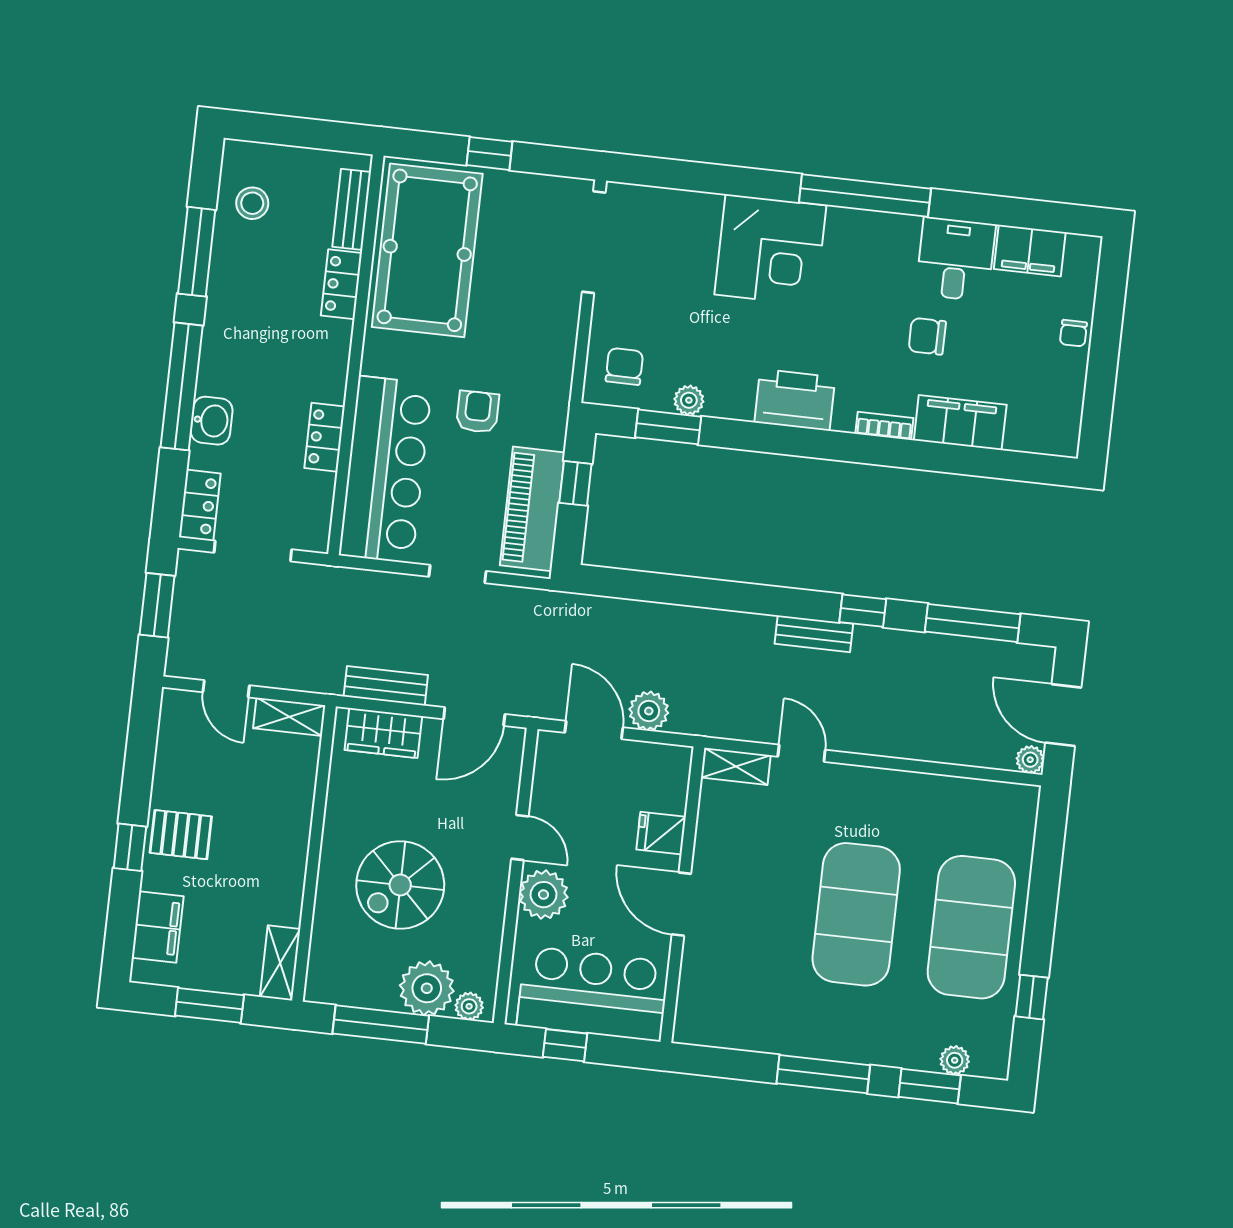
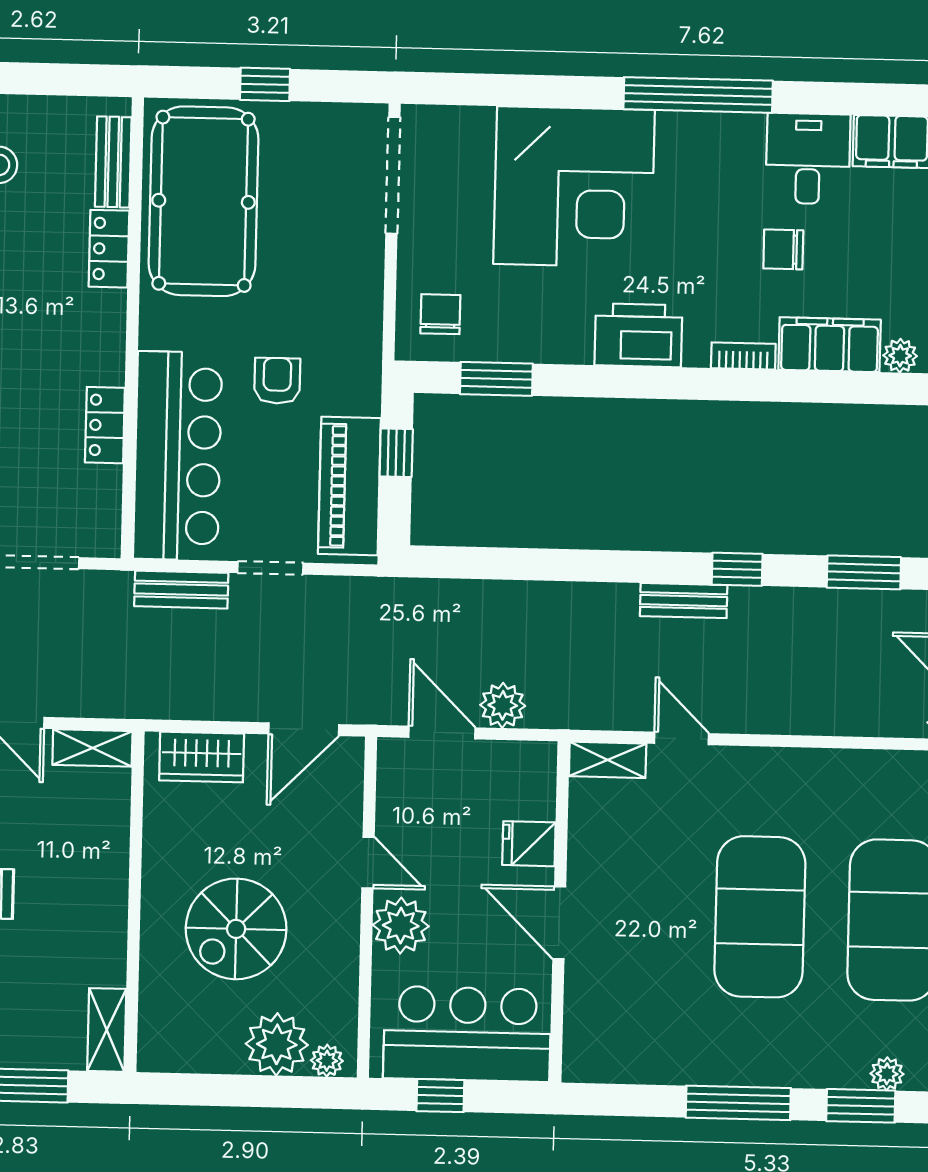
corner desk: (770, 250) -> (574, 187), width x1.36, depth x1.36
plant: (689, 400) -> (900, 356), moved
window: (973, 623) -> (864, 572), width x0.69
bench: (386, 686) -> (181, 590), moved
window: (381, 1025) -> (228, 1090), removed

